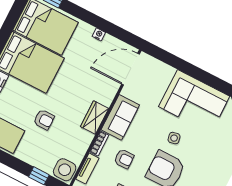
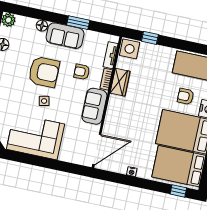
wardrobe: (95, 117) -> (120, 82), moved
armchair: (44, 120) -> (186, 96), moved

